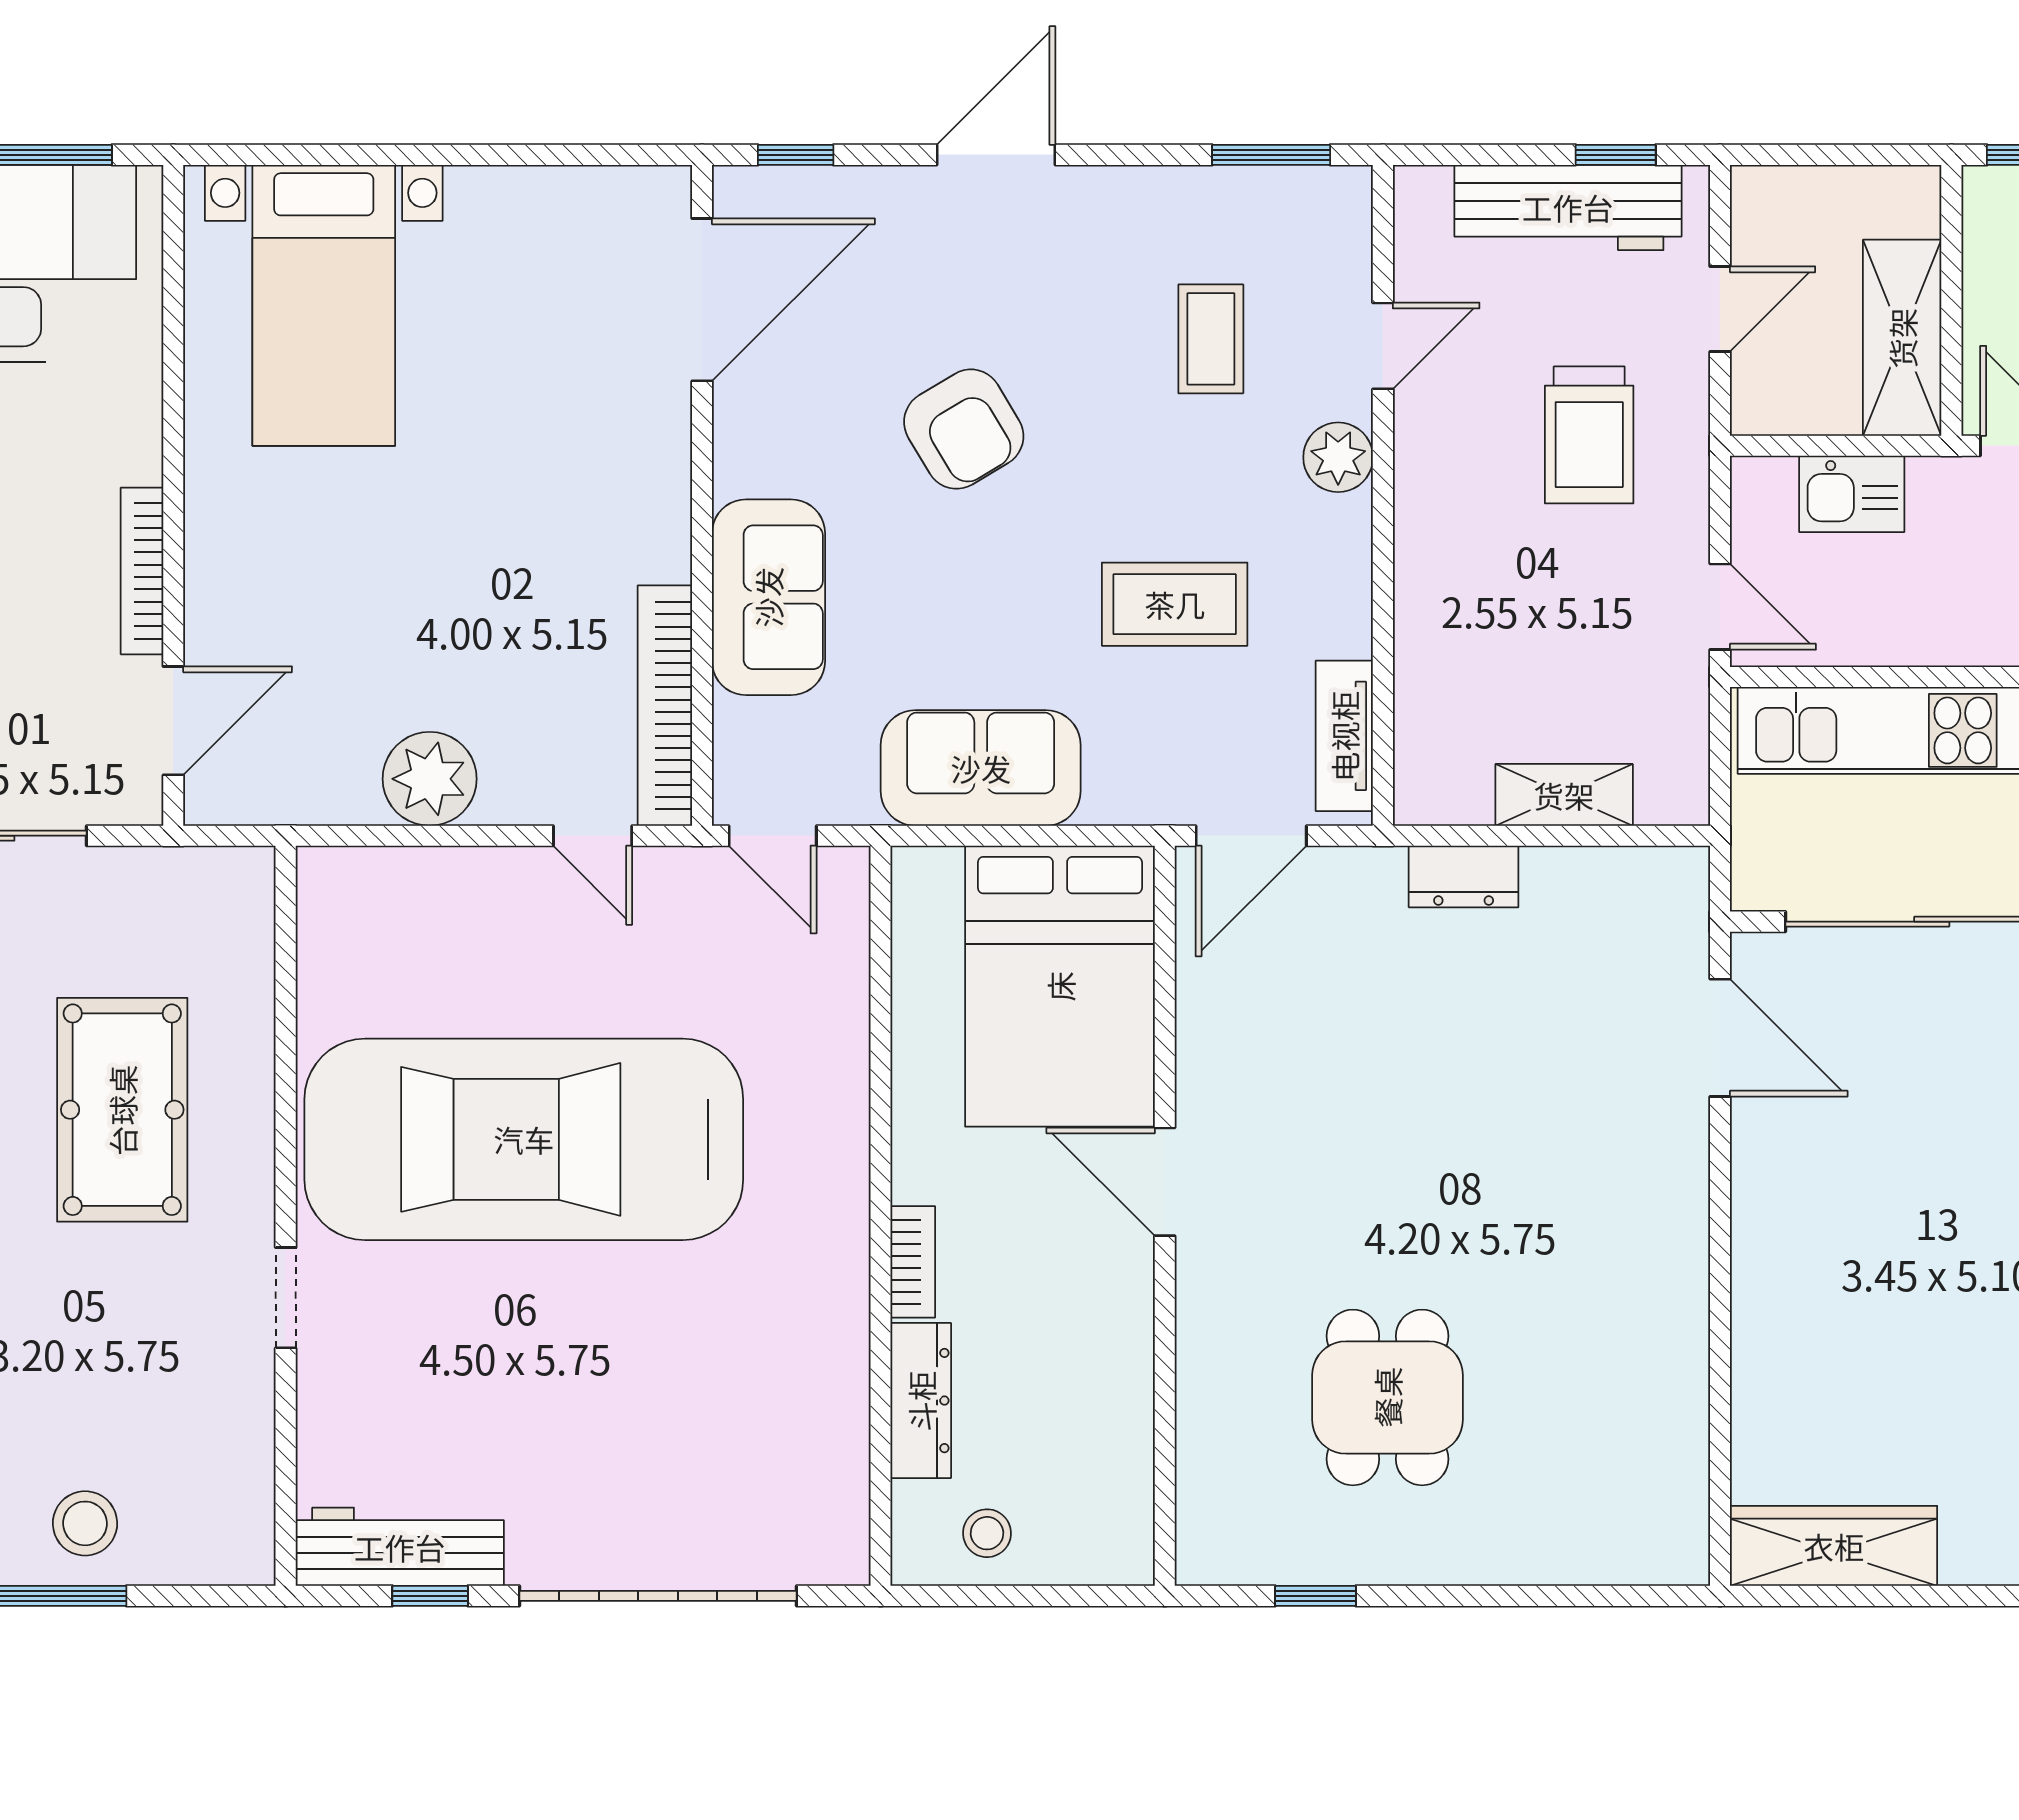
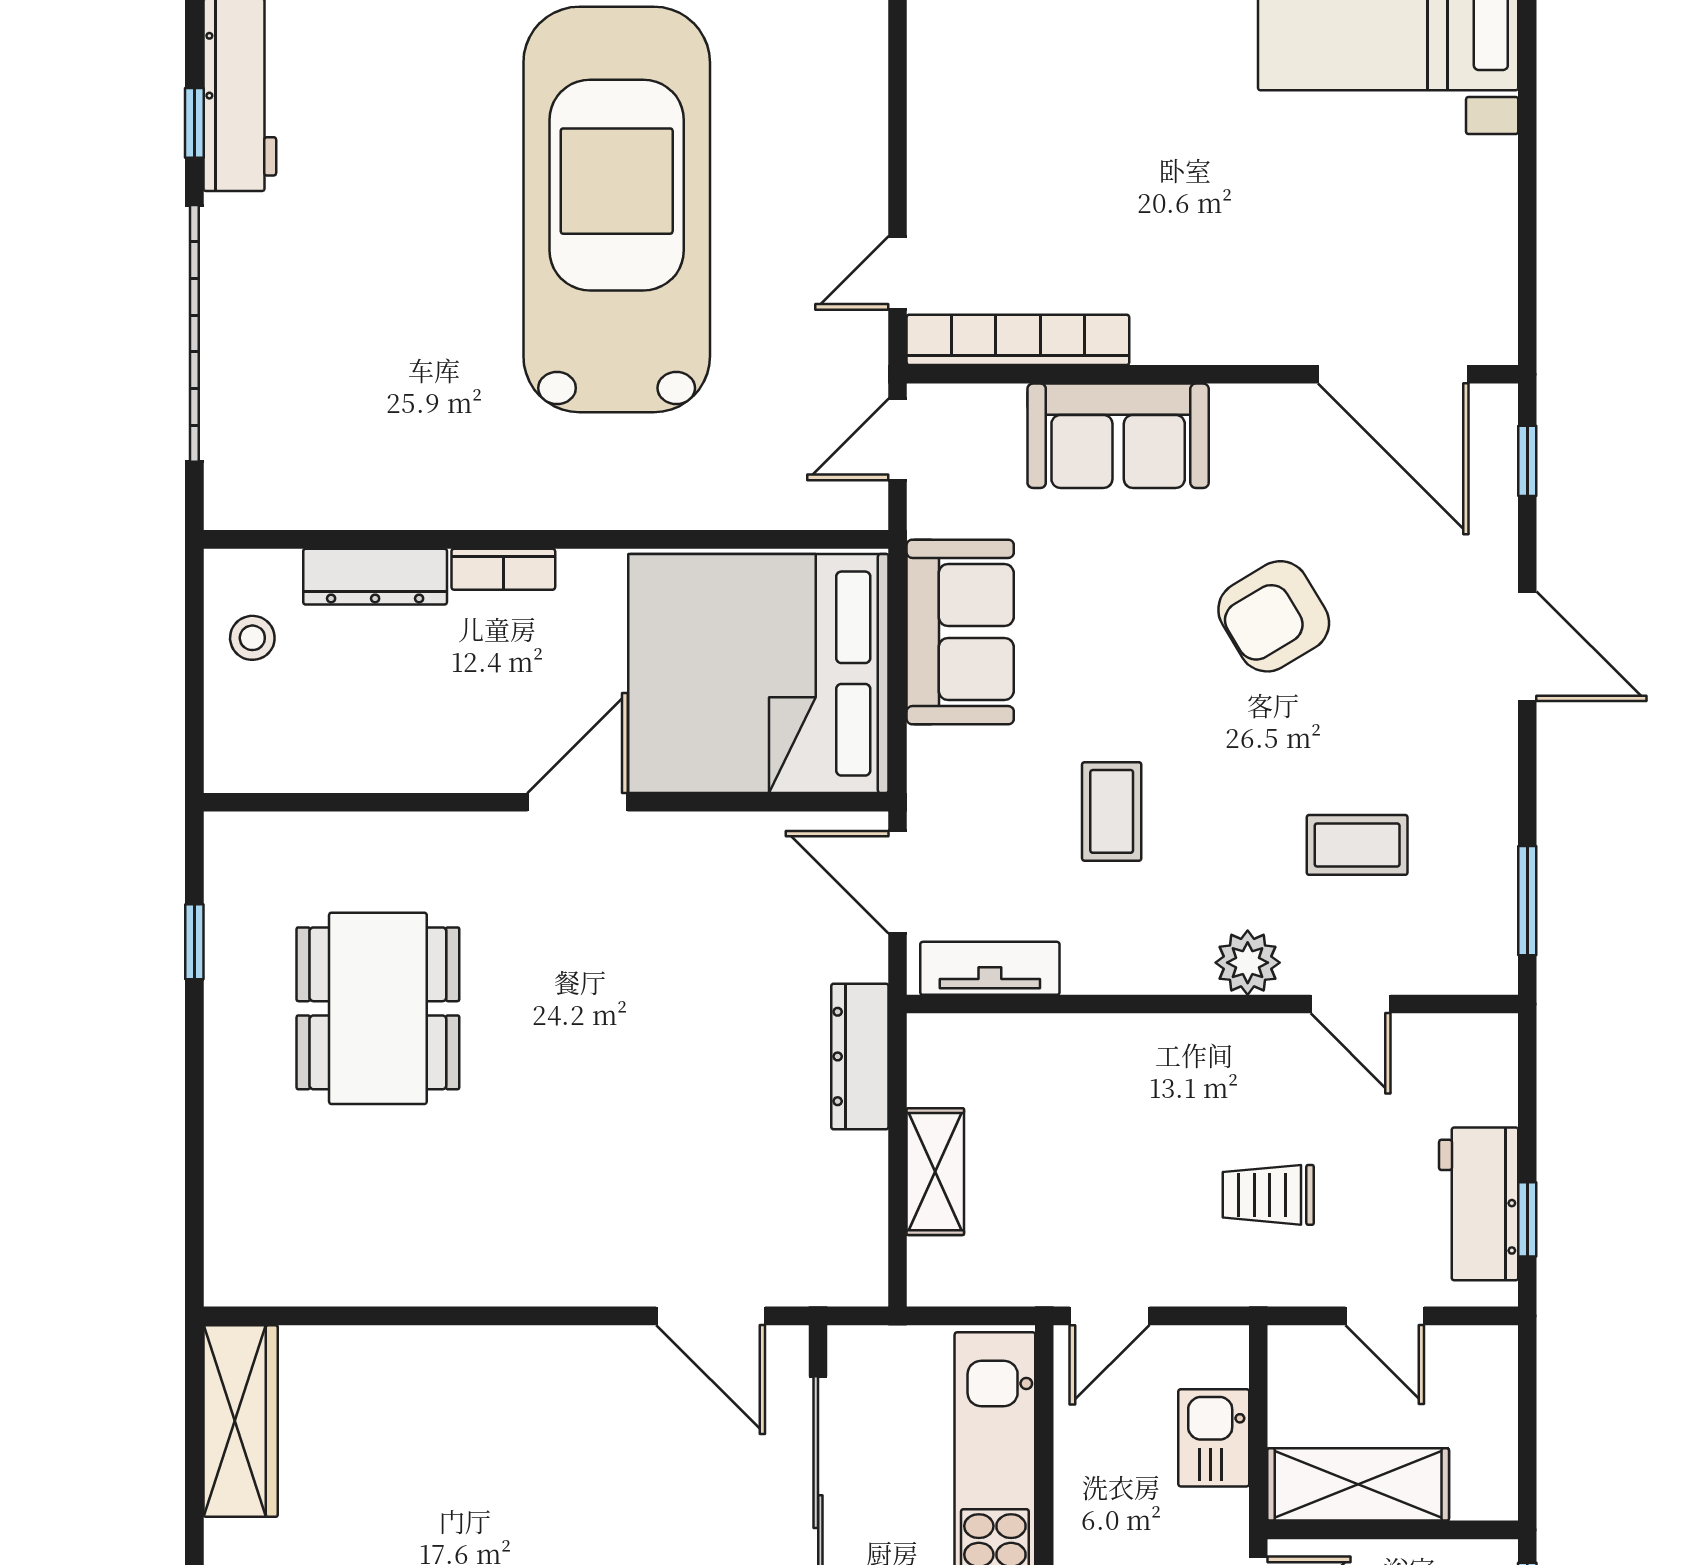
workbench: (1568, 207) -> (1479, 1204), width x0.73
trolley: (1589, 435) -> (1268, 1195), width x0.73, depth x0.72
coffee table: (1175, 604) -> (1112, 811), width x0.73, depth x0.77
plant: (430, 779) -> (950, 122), removed
dresser: (1464, 876) -> (860, 1056), width x1.44
bed: (1060, 986) -> (758, 674), width x1.36
door: (1720, 1038) -> (711, 1316), hinge flipped
dining table: (1387, 1397) -> (378, 1008), width x1.38

